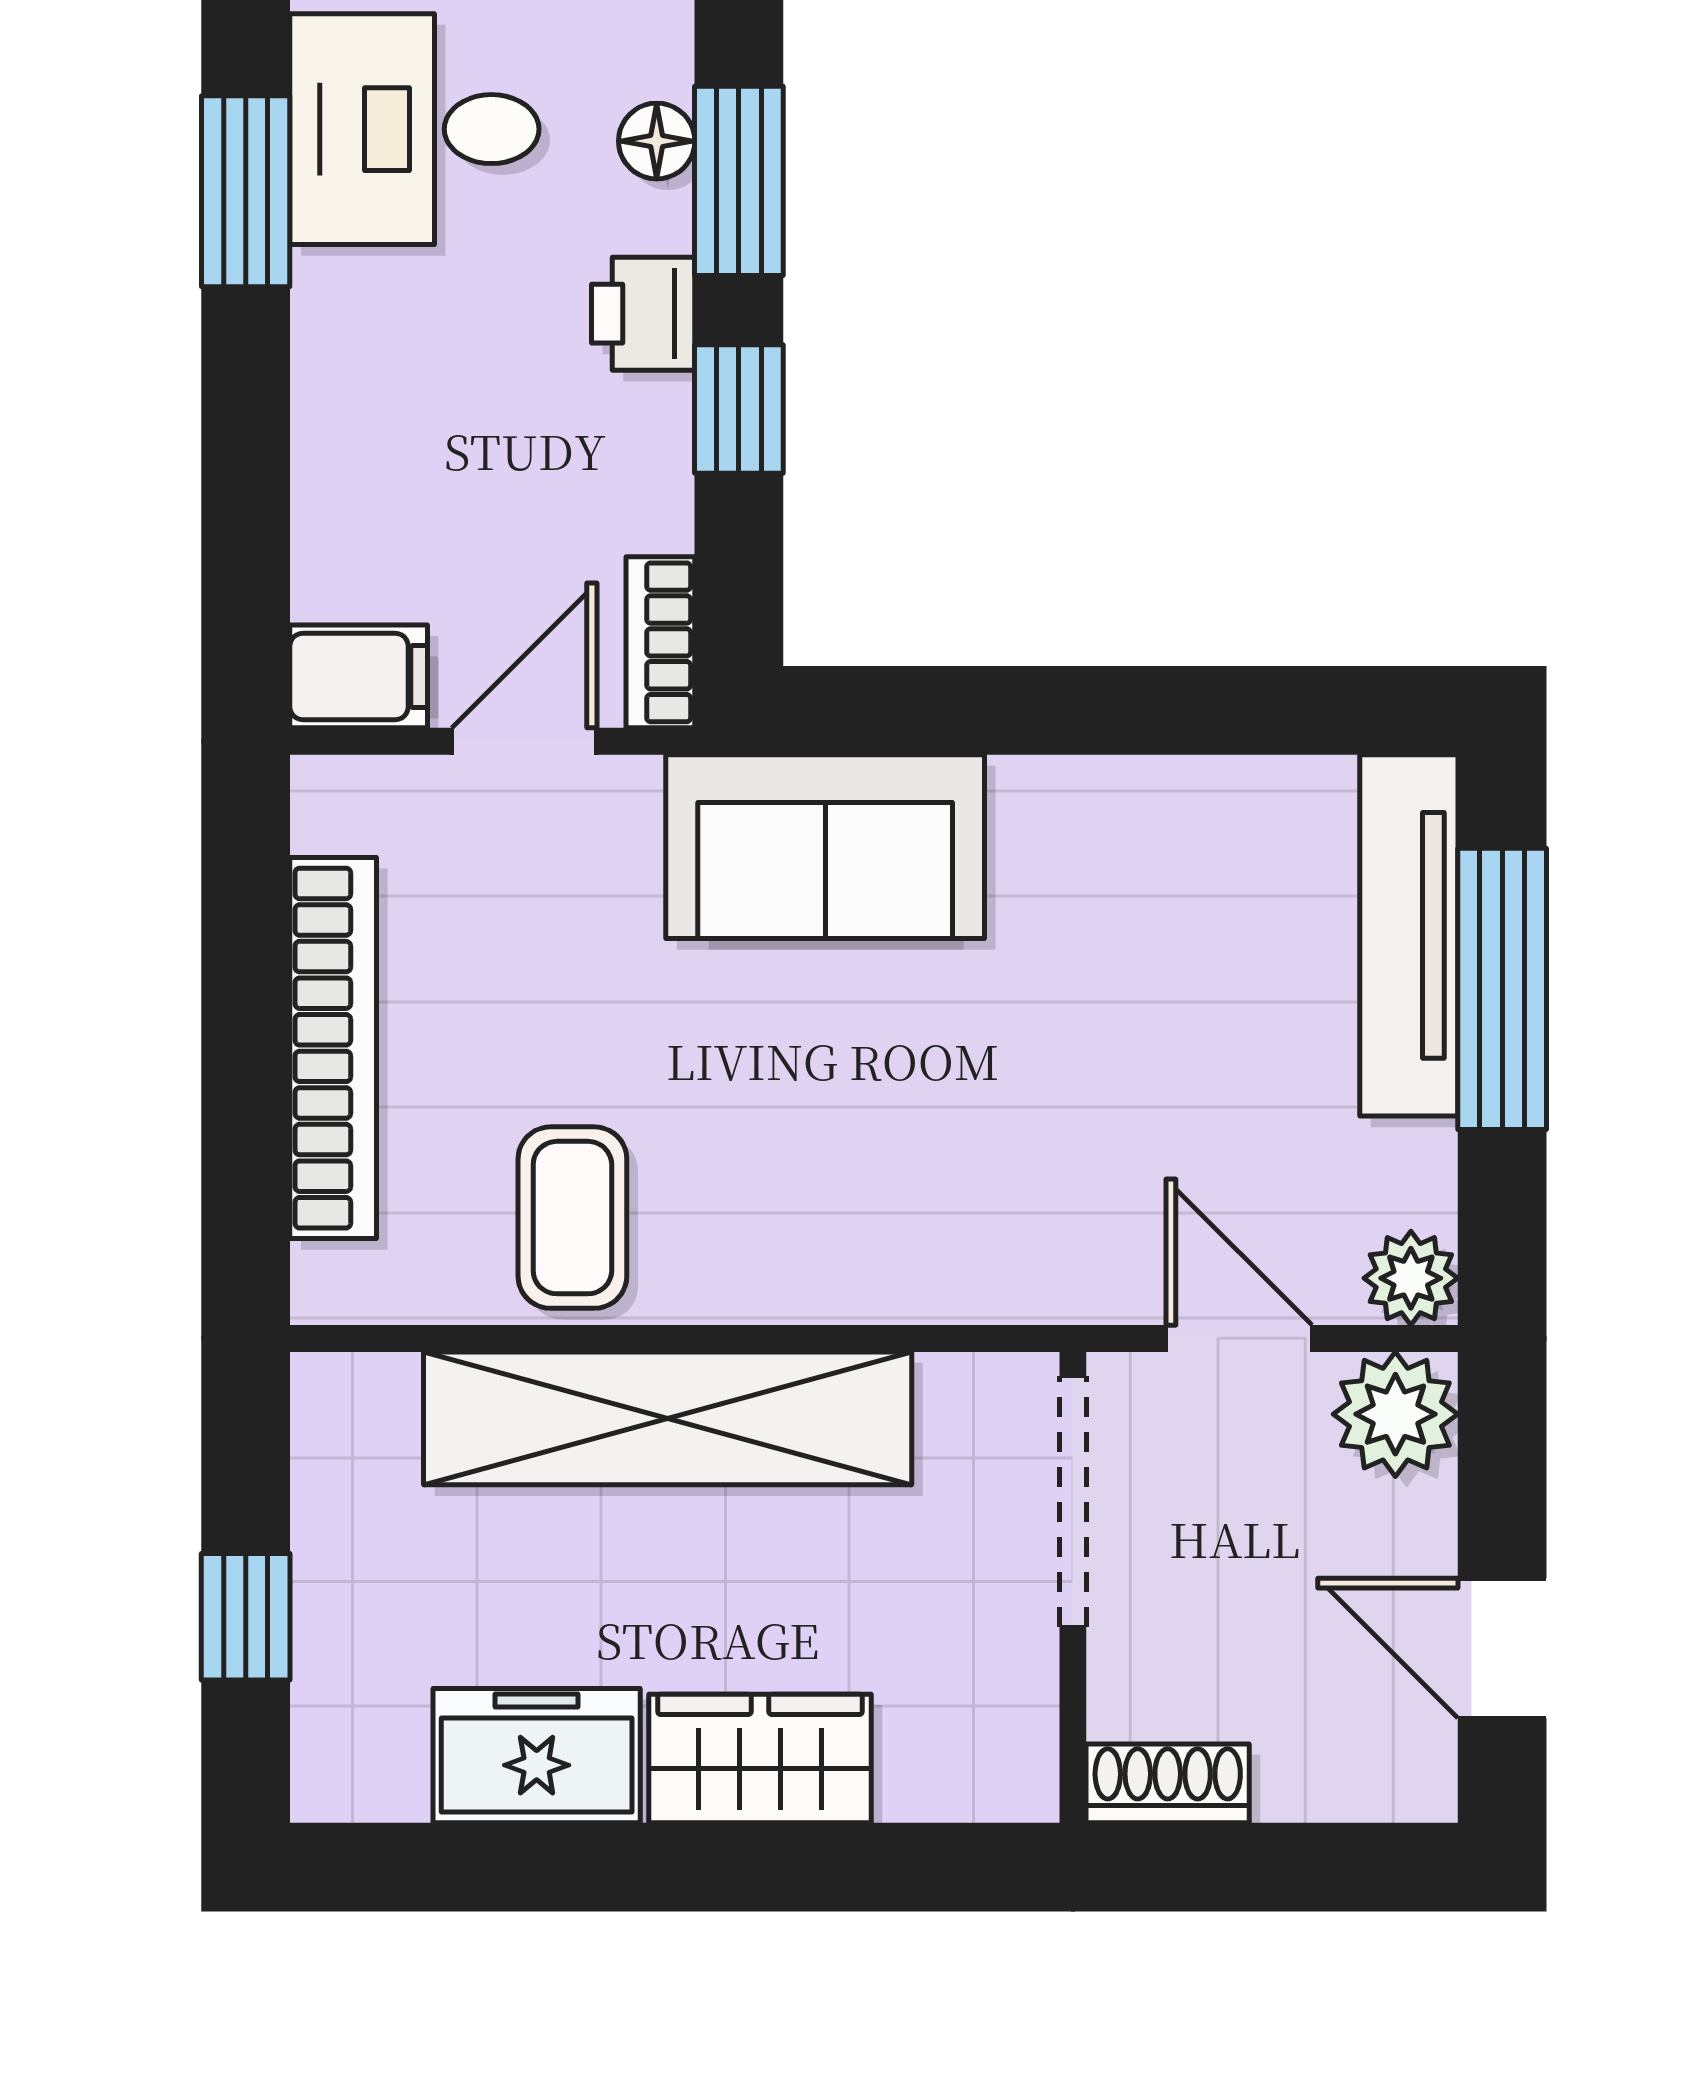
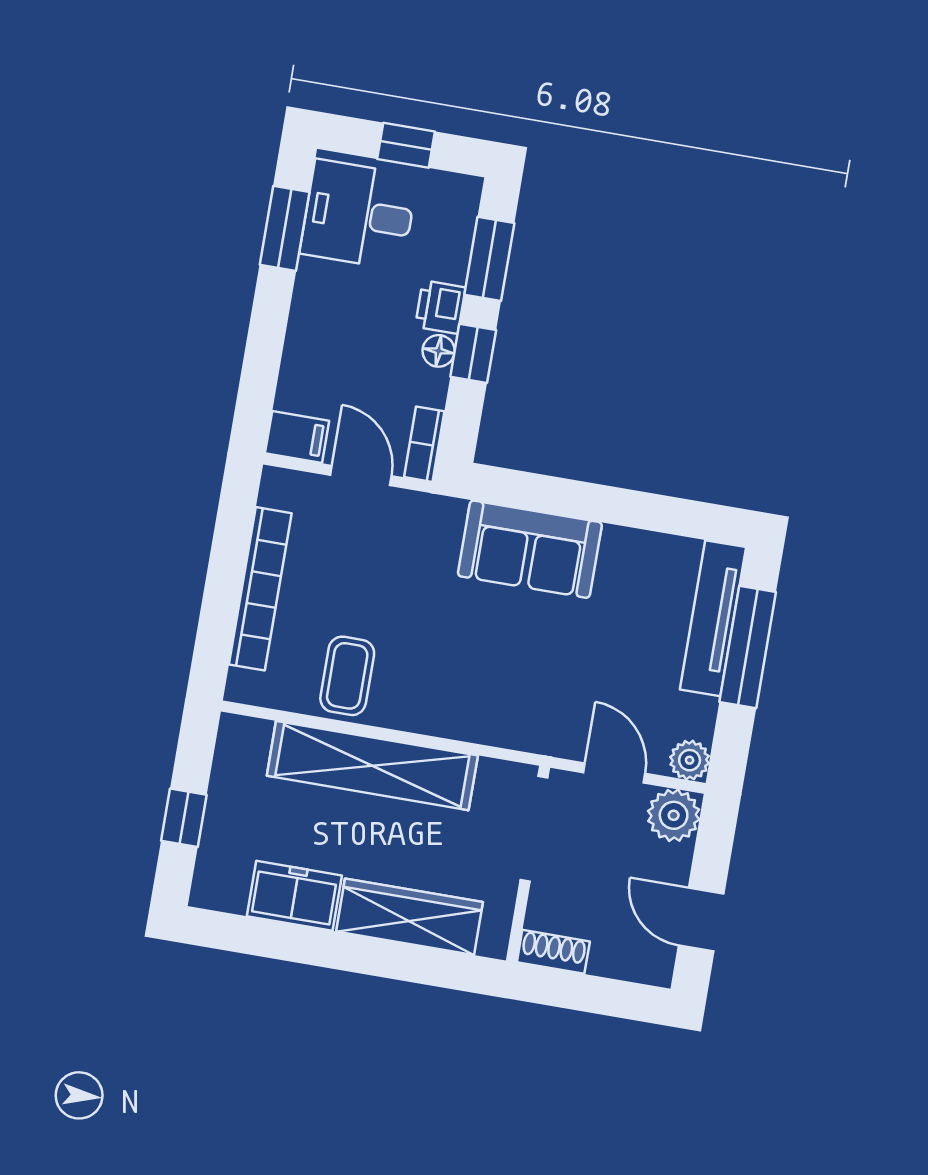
floor lamp: (657, 141) -> (439, 351), moved
door: (524, 741) -> (361, 475), hinge flipped
sofa: (825, 847) -> (530, 549), moved
wardrobe: (760, 1758) -> (409, 917), width x1.50

